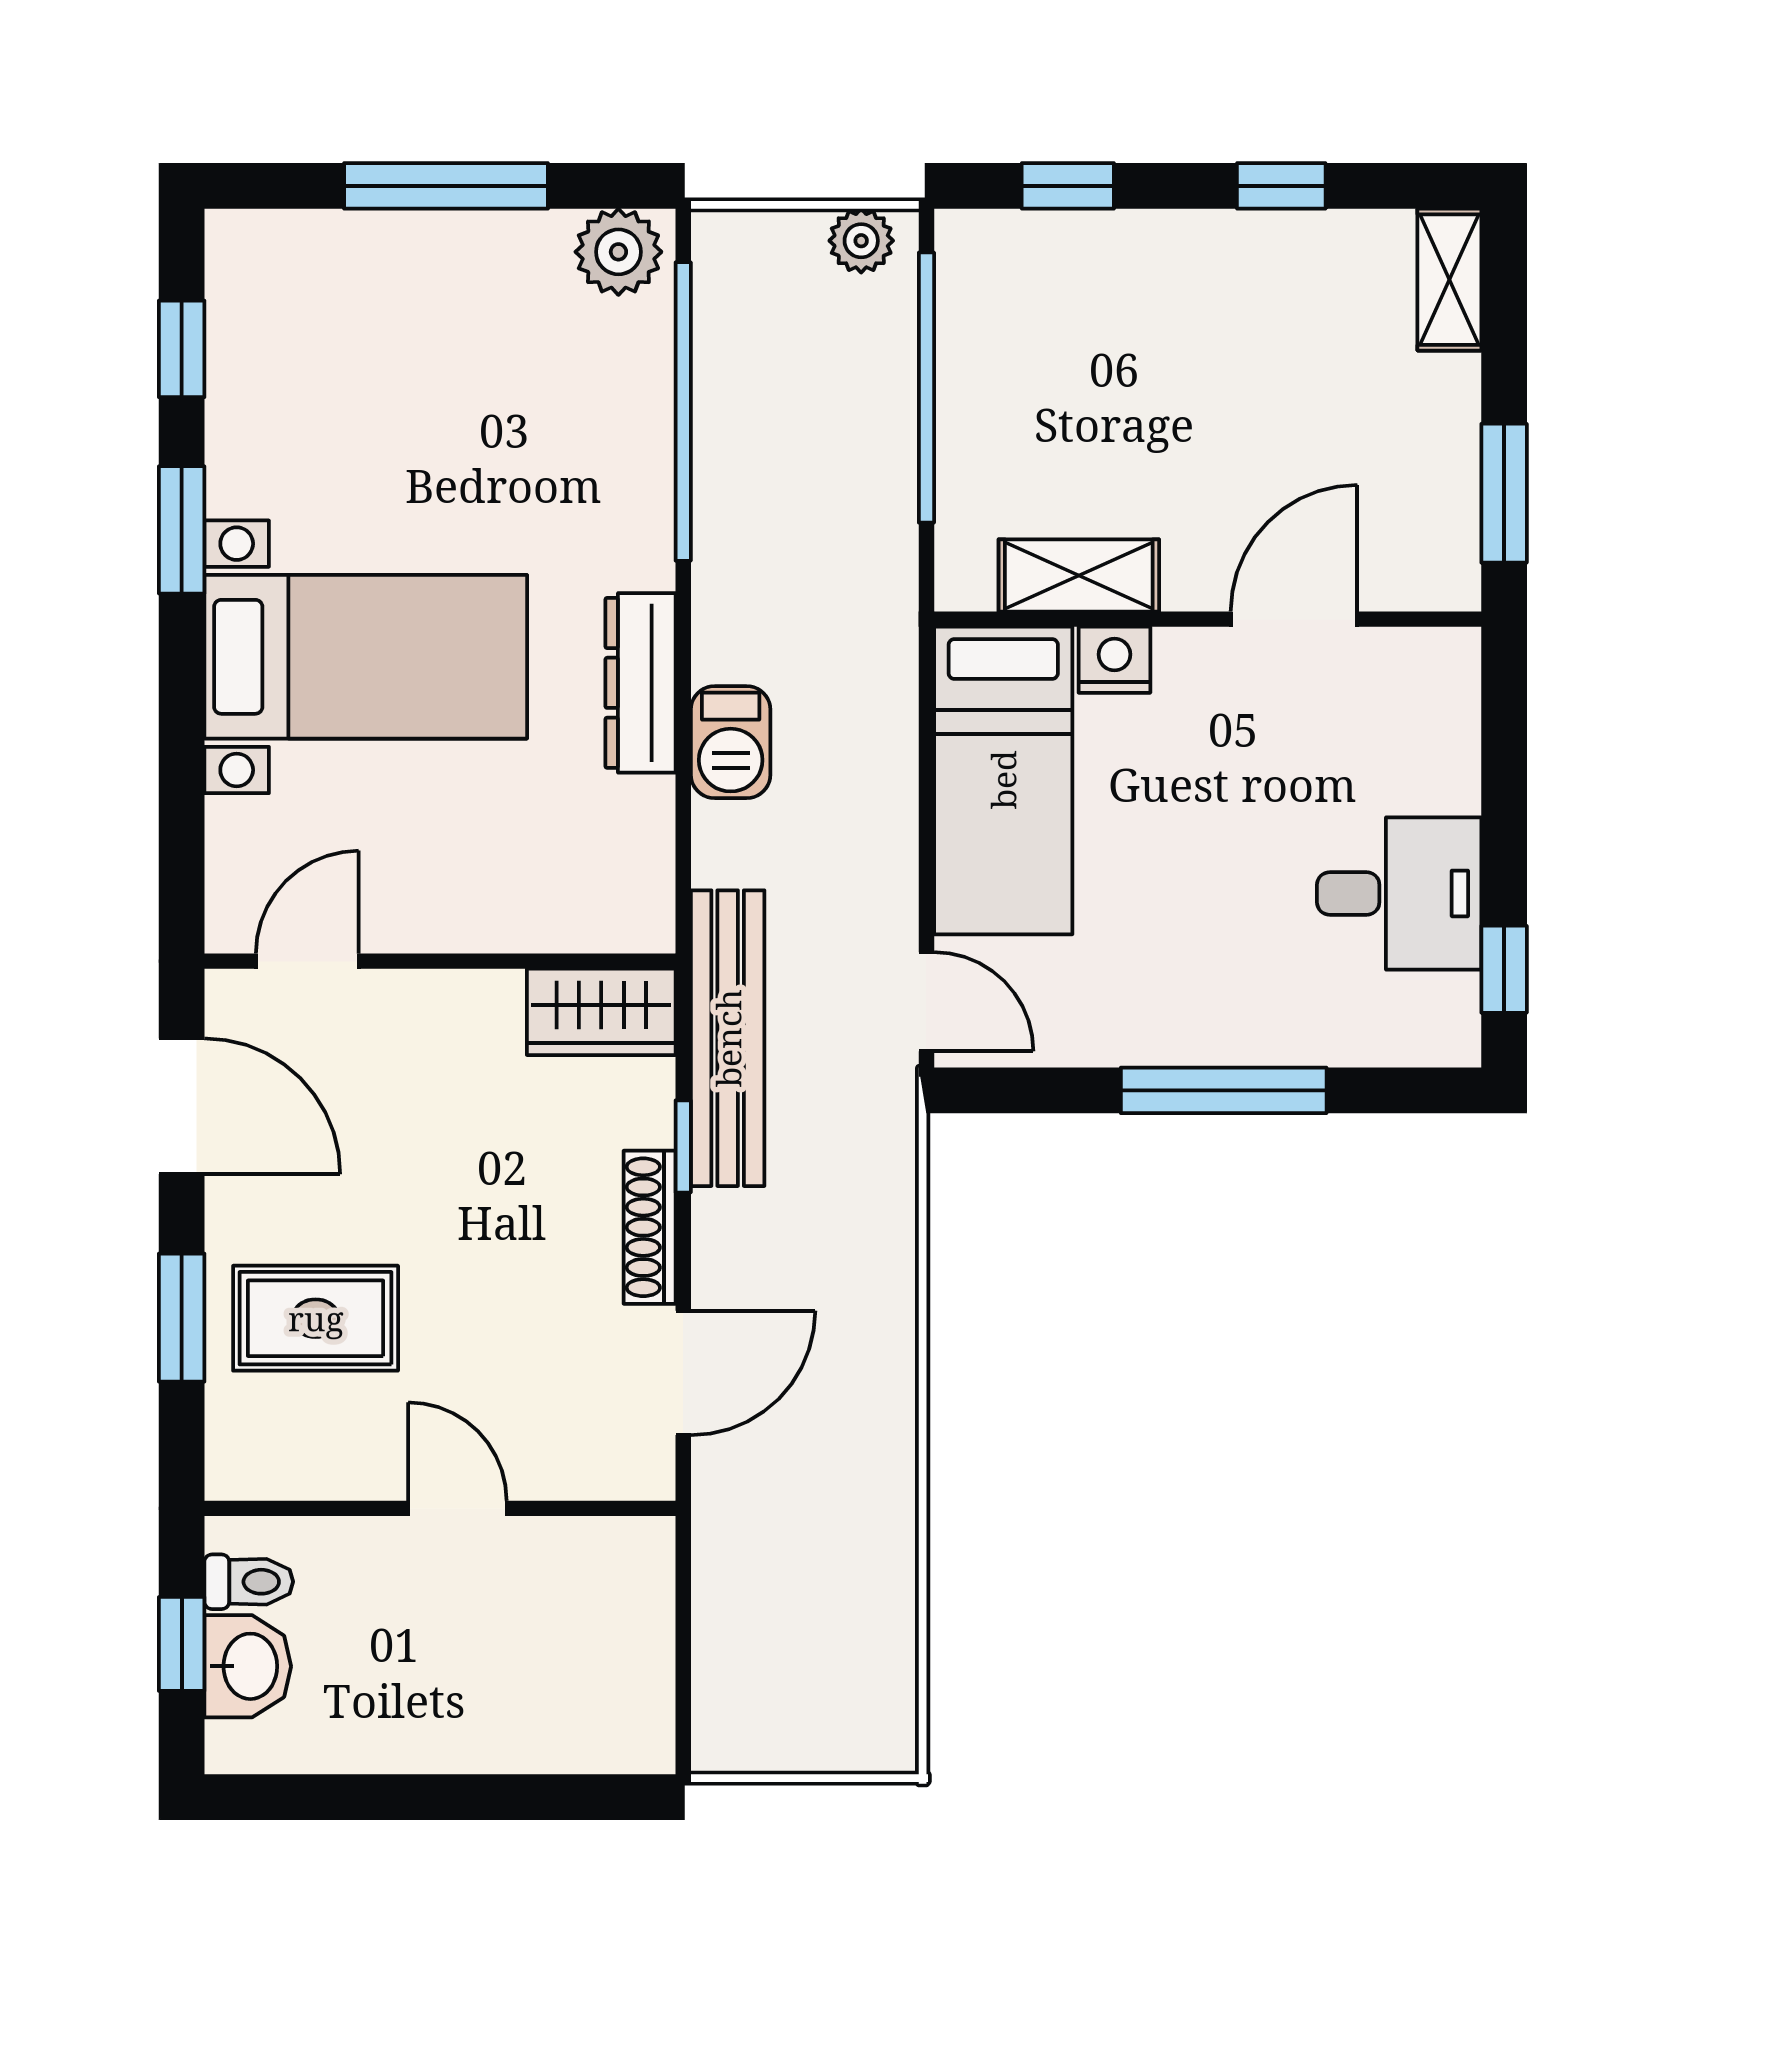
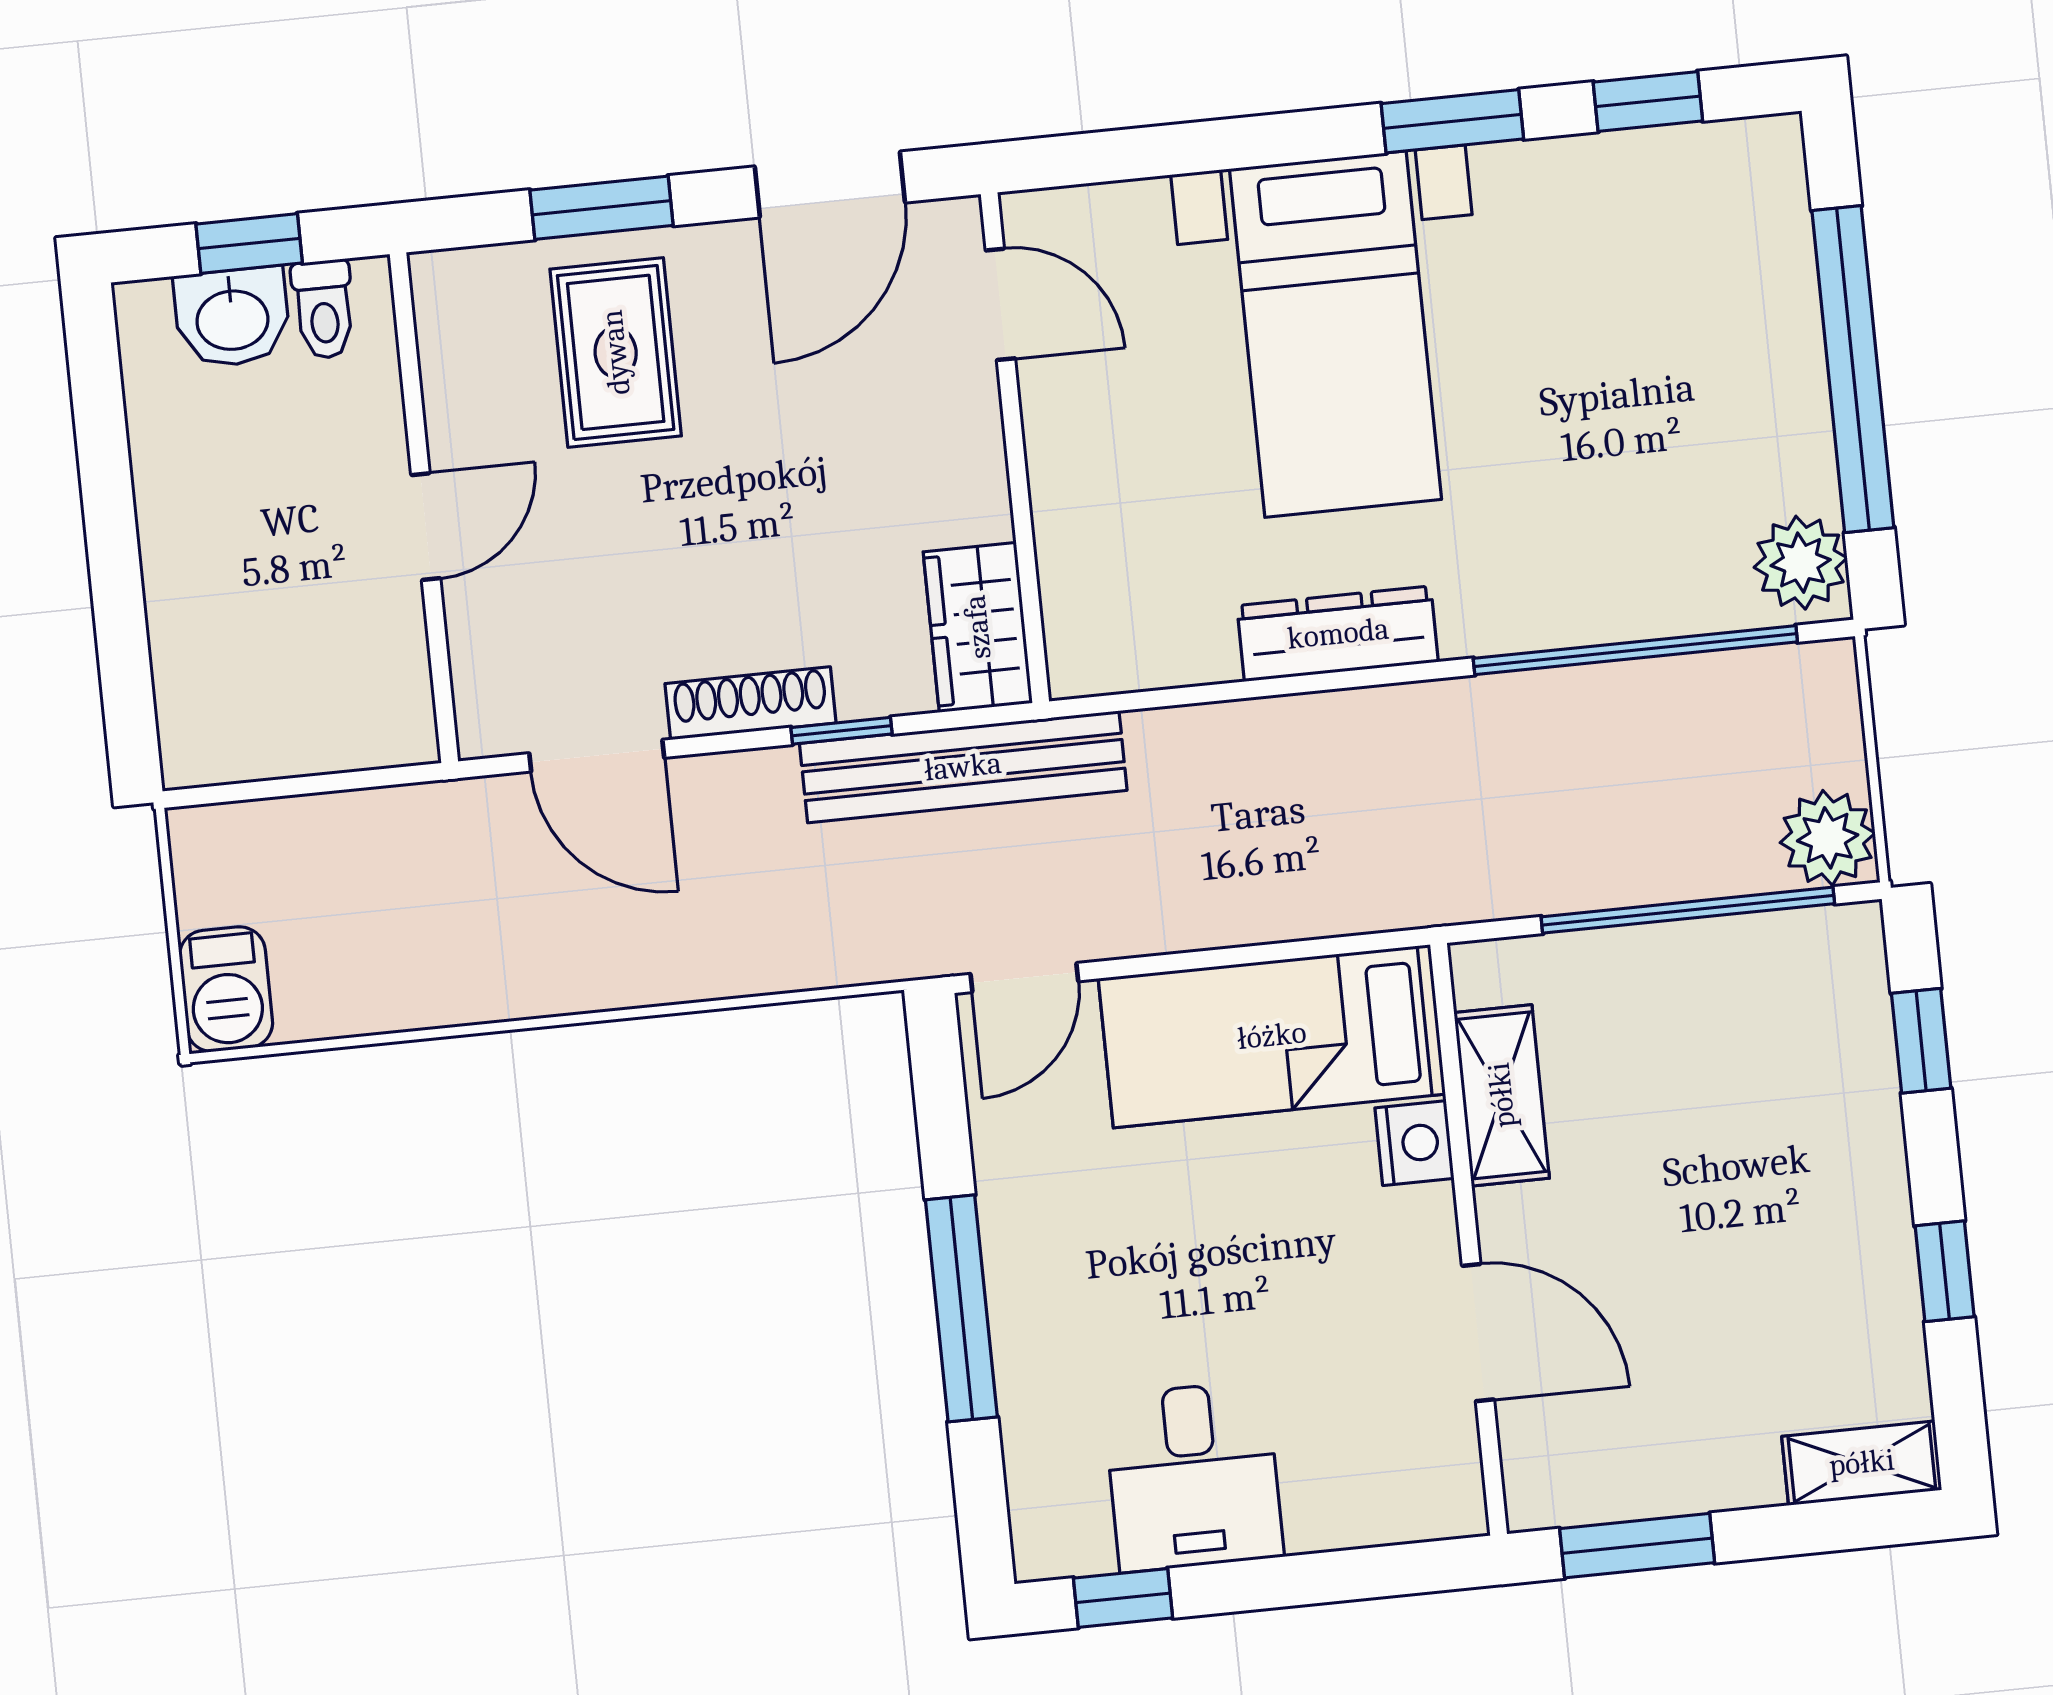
window: (446, 186) -> (1853, 369), width x1.46
plant: (861, 241) -> (1828, 838), width x1.38, depth x1.38
barbecue: (731, 742) -> (226, 989), moved, turned -90

